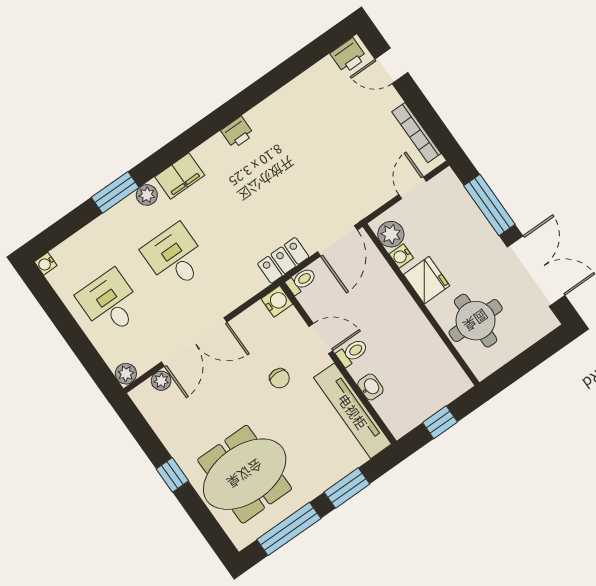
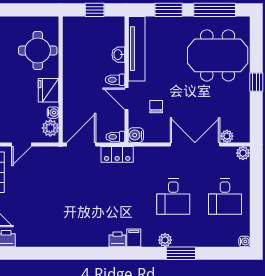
printer: (237, 132) -> (117, 239), moved
filing cabinet: (180, 176) -> (134, 238), width x0.50
chair: (279, 378) -> (156, 107), moved

